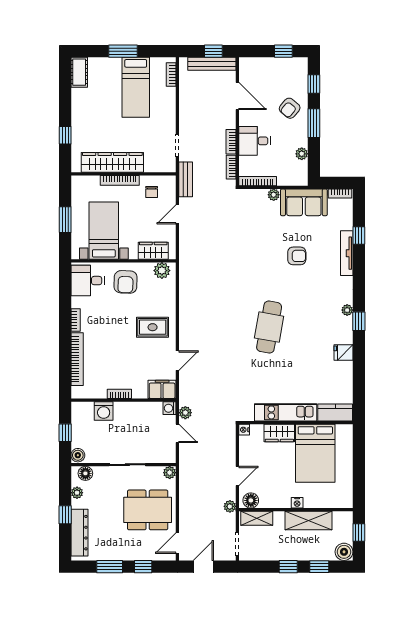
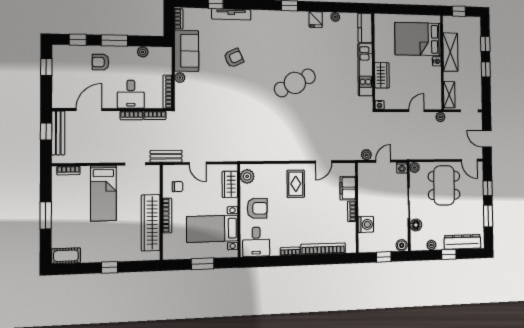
bed: (136, 87) -> (103, 193), moved, turned 90
armchair: (290, 108) -> (101, 62), turned 140
window: (65, 135) -> (110, 267), moved
armchair: (297, 256) -> (234, 58), turned 65
plant: (347, 310) -> (335, 17), moved
cafe table: (269, 327) -> (295, 83), turned -36
door: (177, 361) -> (324, 162), swing flipped
filing cabinet: (162, 389) -> (348, 188), moved
washing machine: (169, 408) -> (402, 168), moved
bed: (315, 453) -> (418, 39), moved, turned 180
floor lamp: (85, 473) -> (416, 225), moved
door: (237, 476) -> (417, 111), hinge flipped
floor lamp: (251, 500) -> (435, 100), removed
boiler: (344, 552) -> (474, 24), removed

